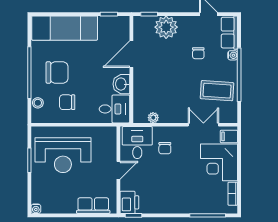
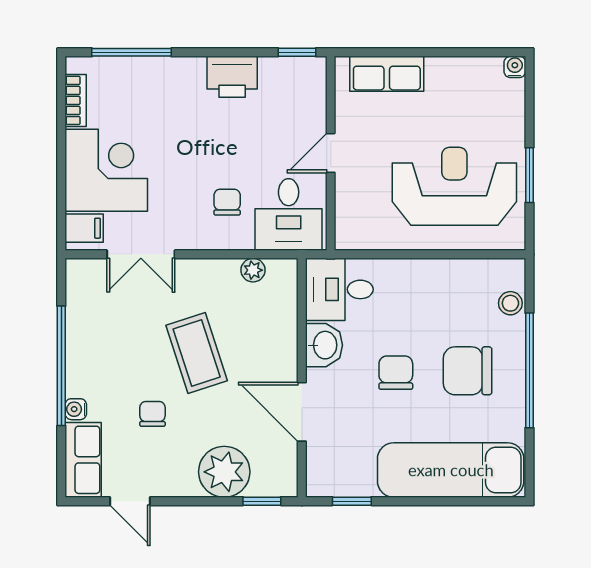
door: (131, 54) -> (302, 412), swing flipped
coffee table: (217, 91) -> (197, 353), moved, turned 68
chair: (67, 102) -> (396, 373), moved, turned -90
printer: (129, 202) -> (232, 77), moved, turned -90

